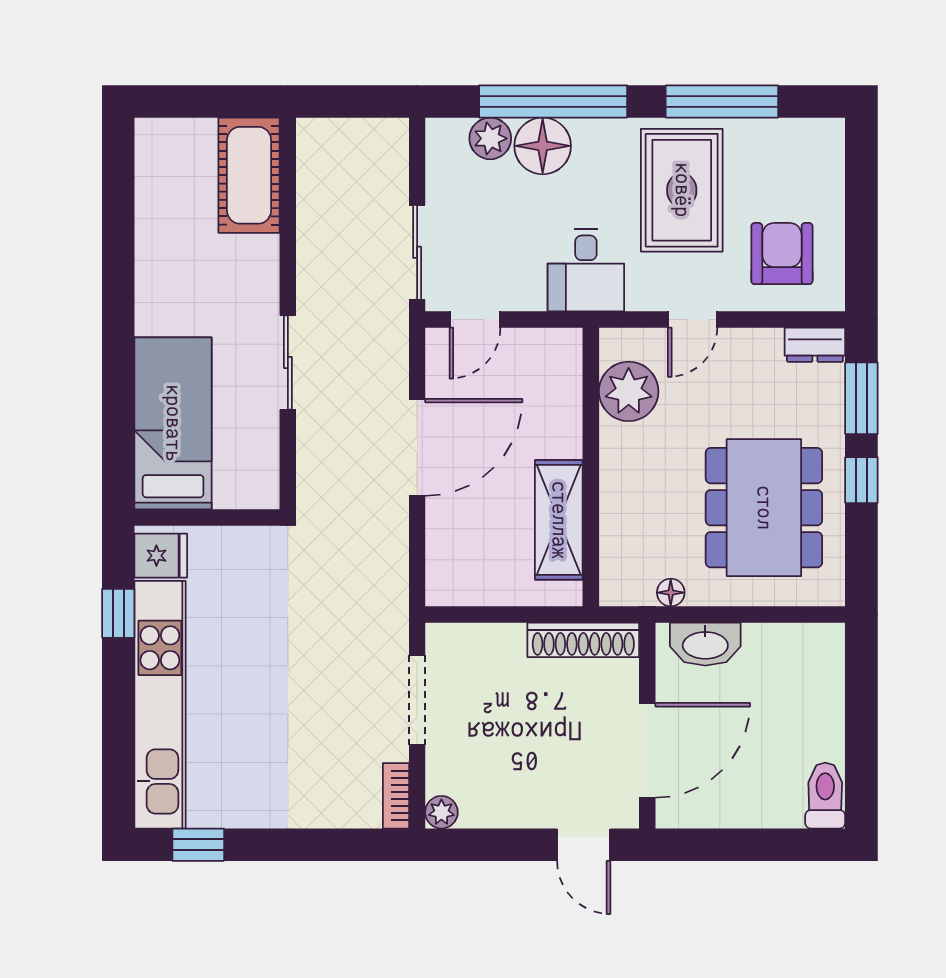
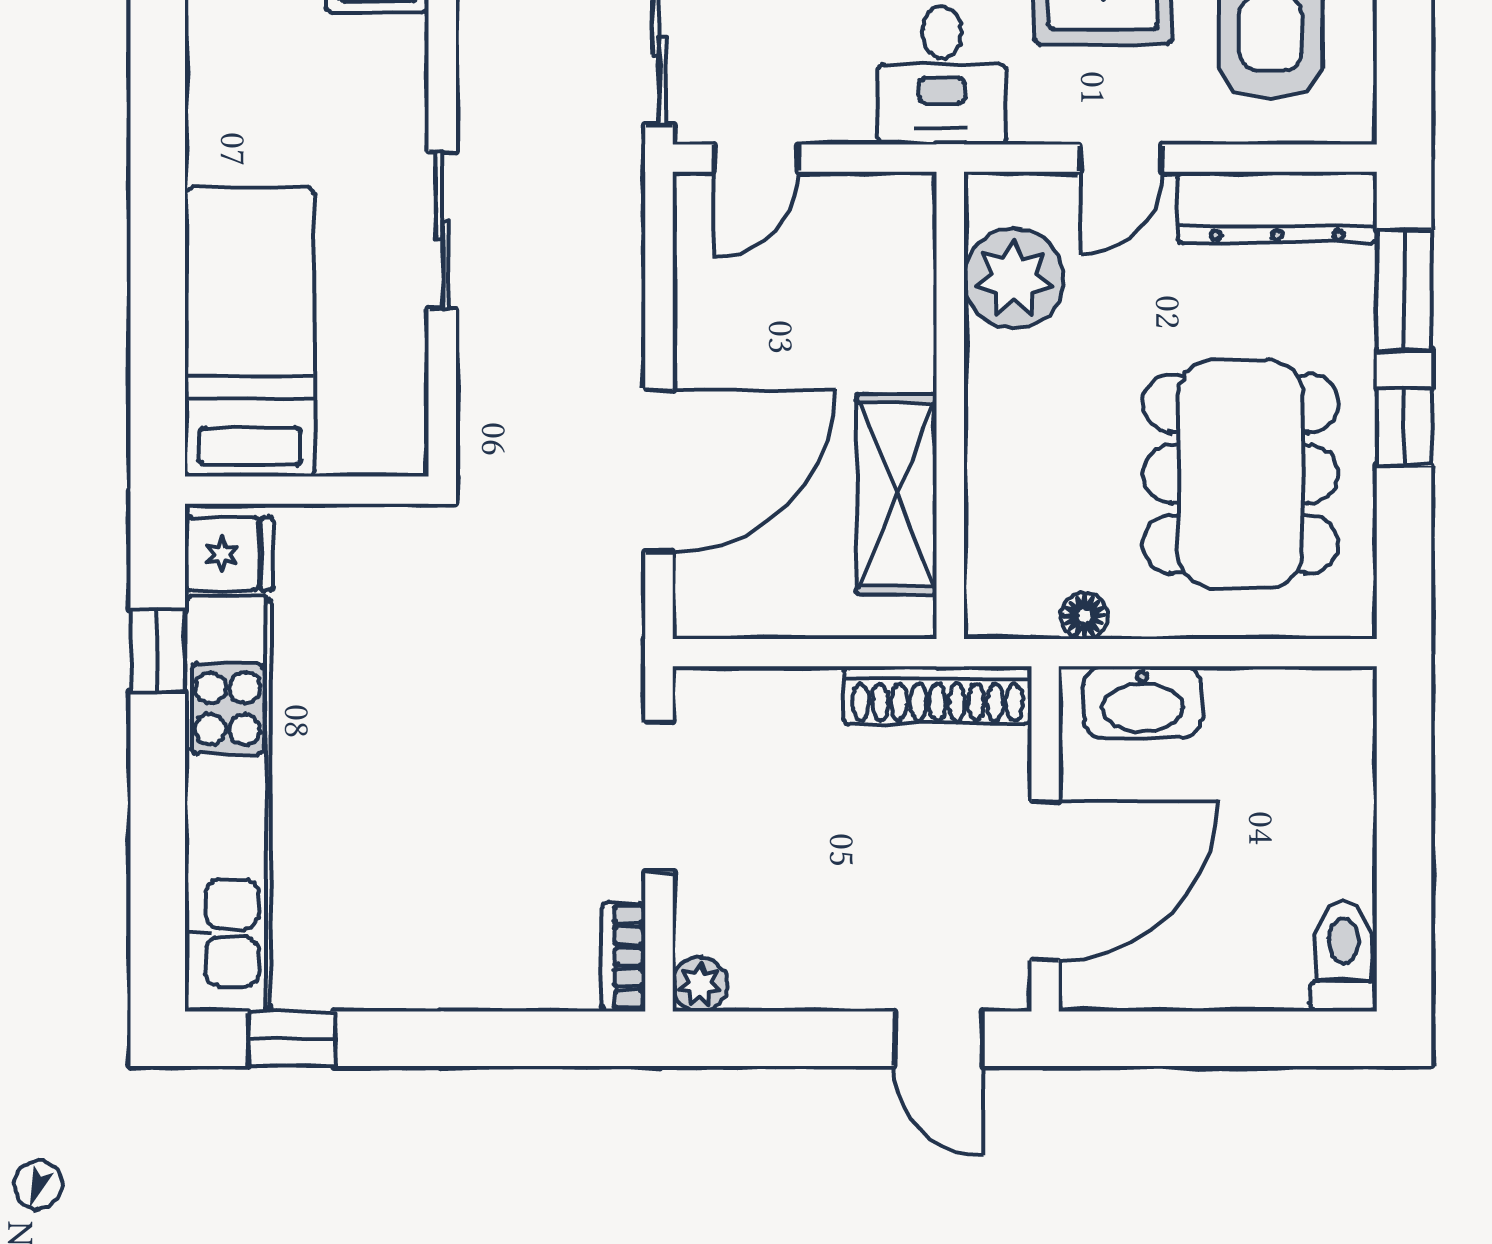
dresser: (815, 345) -> (1277, 207), width x1.96, depth x1.24
door: (417, 447) -> (659, 471), moved

